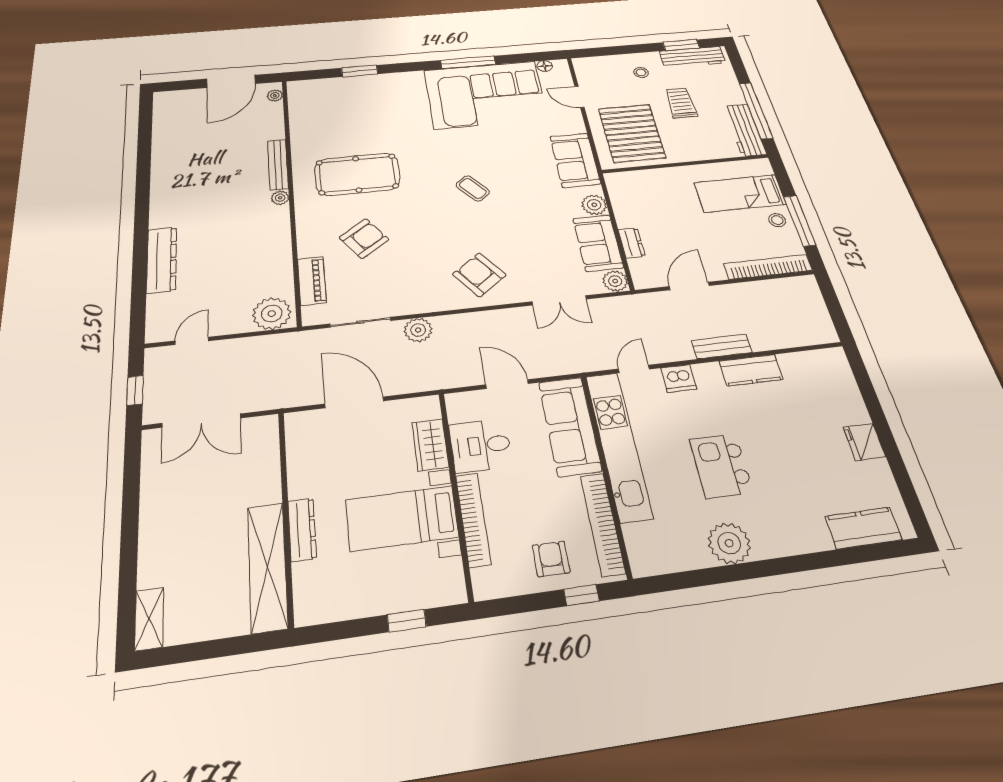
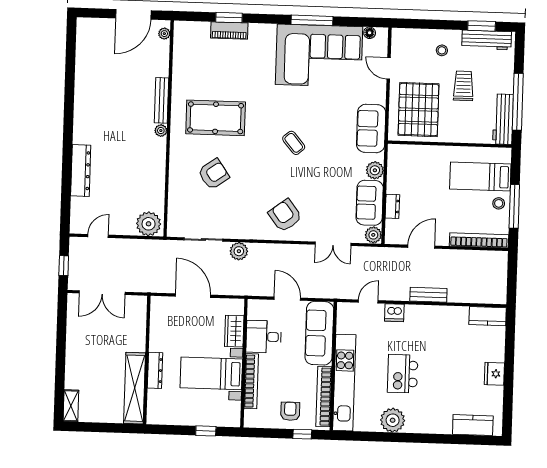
piano: (312, 281) -> (229, 31), moved, turned 90
kitchen counter: (751, 370) -> (488, 316), moved
kitchen unit: (618, 445) -> (344, 383), moved

